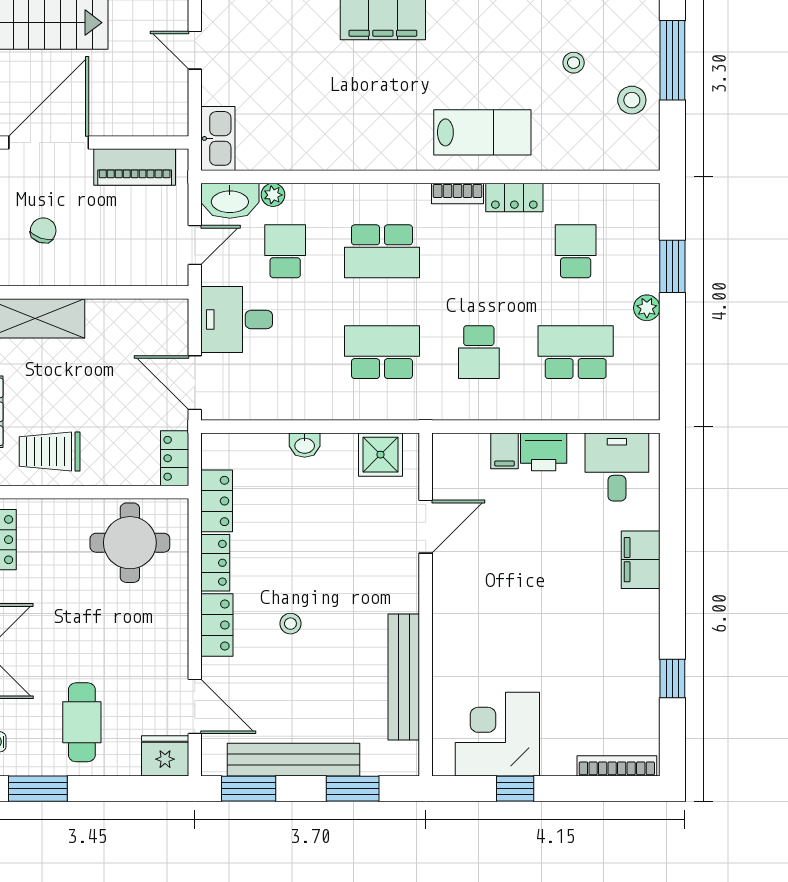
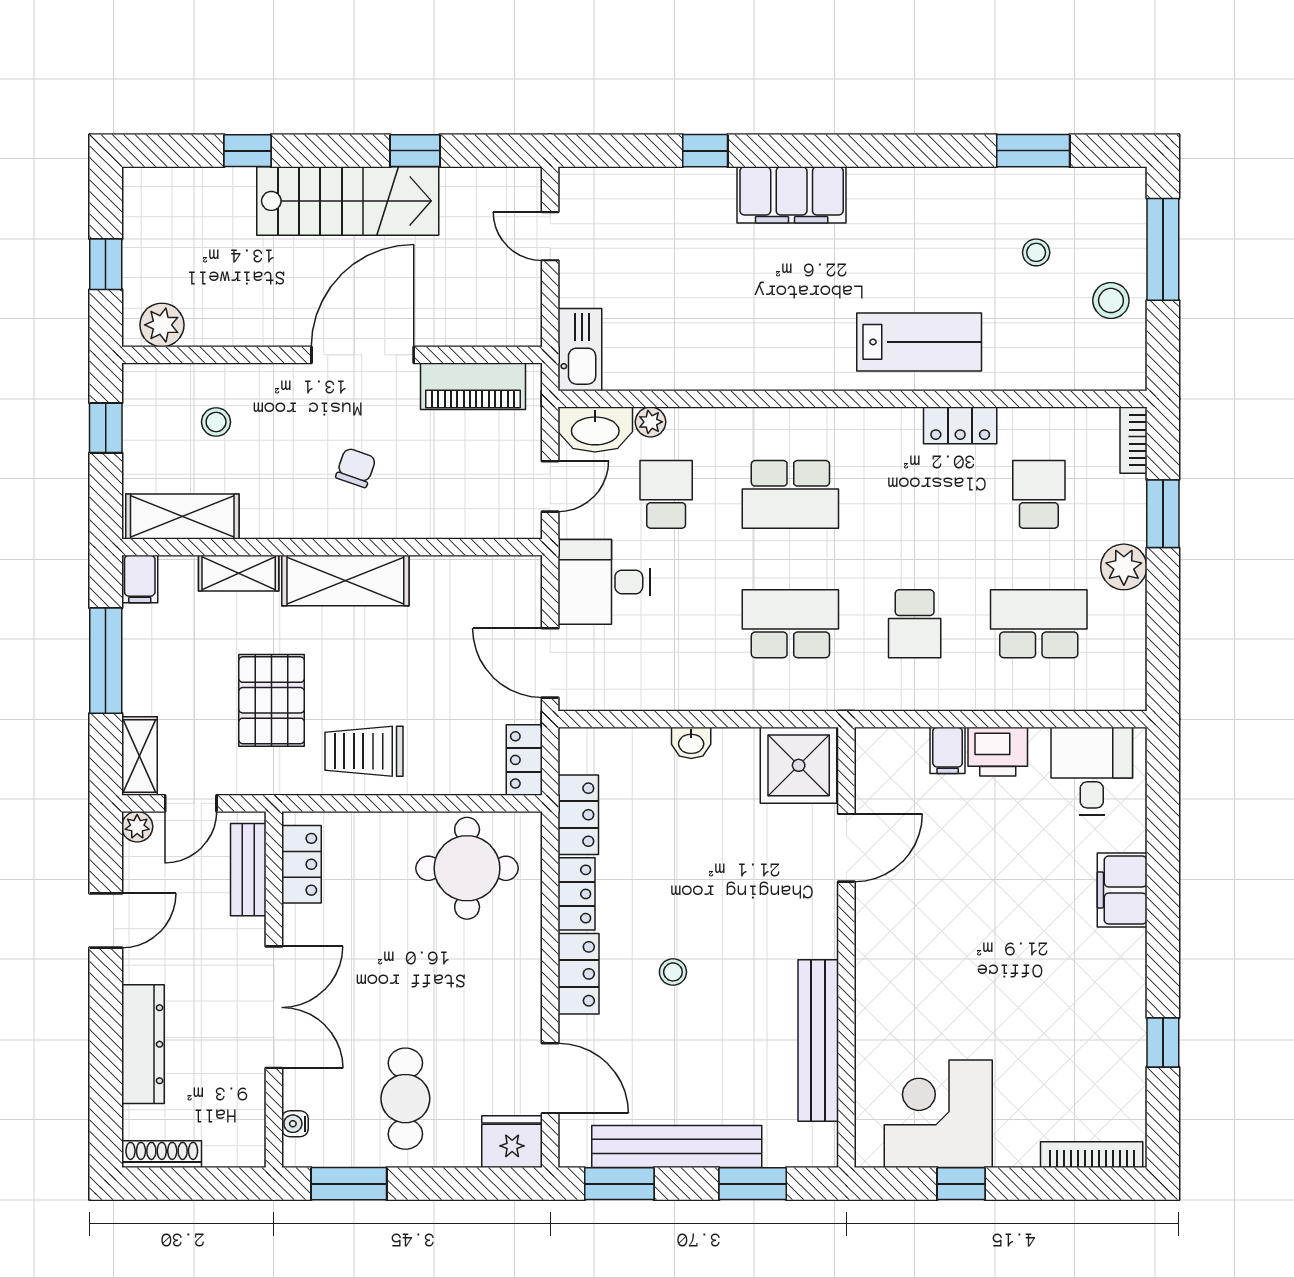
bookcase: (457, 193) -> (1133, 440), moved, turned 90
plant: (647, 308) -> (1124, 567), width x1.38, depth x1.38
shower: (380, 455) -> (799, 765), width x1.36, depth x1.36

